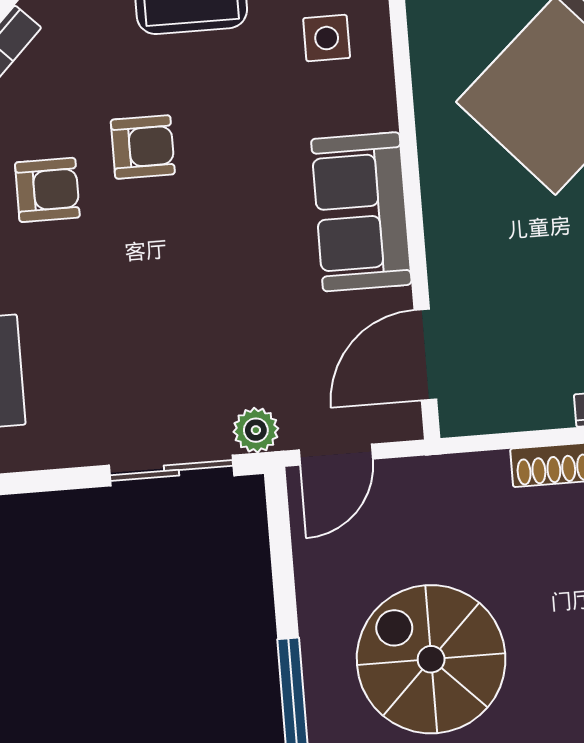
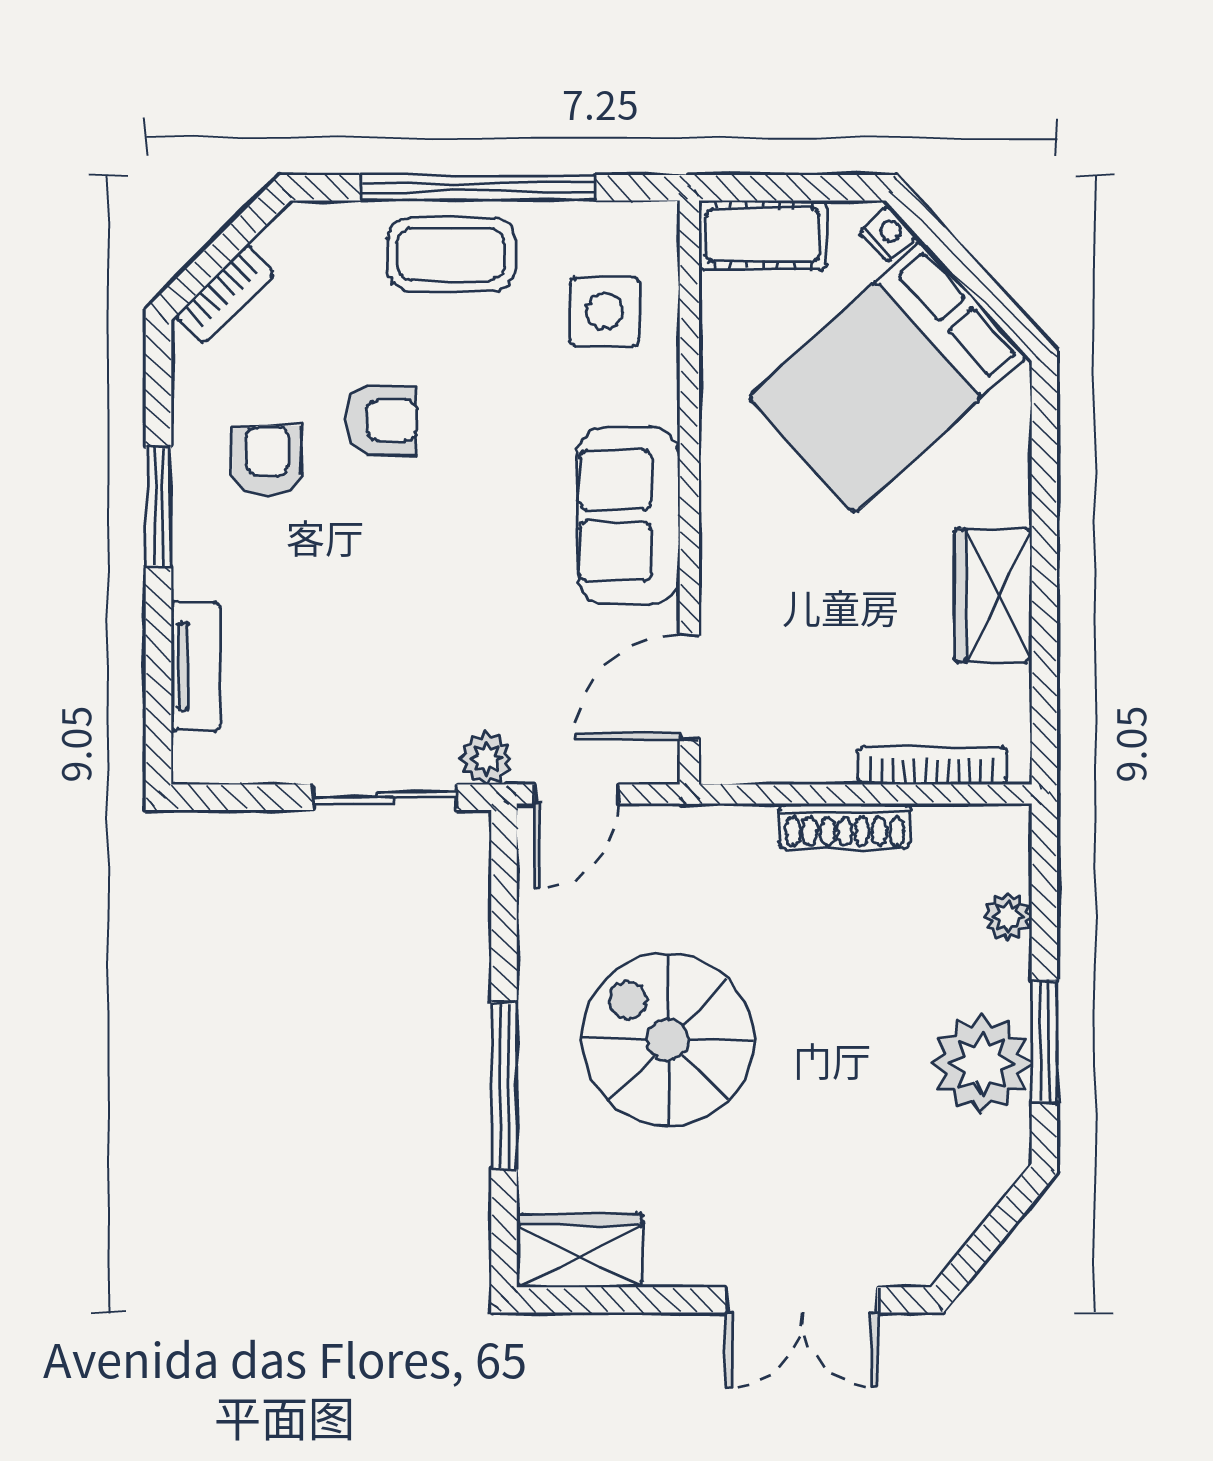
side table: (327, 38) -> (604, 311), width x1.37, depth x1.37
armchair: (47, 190) -> (267, 461), turned -90

